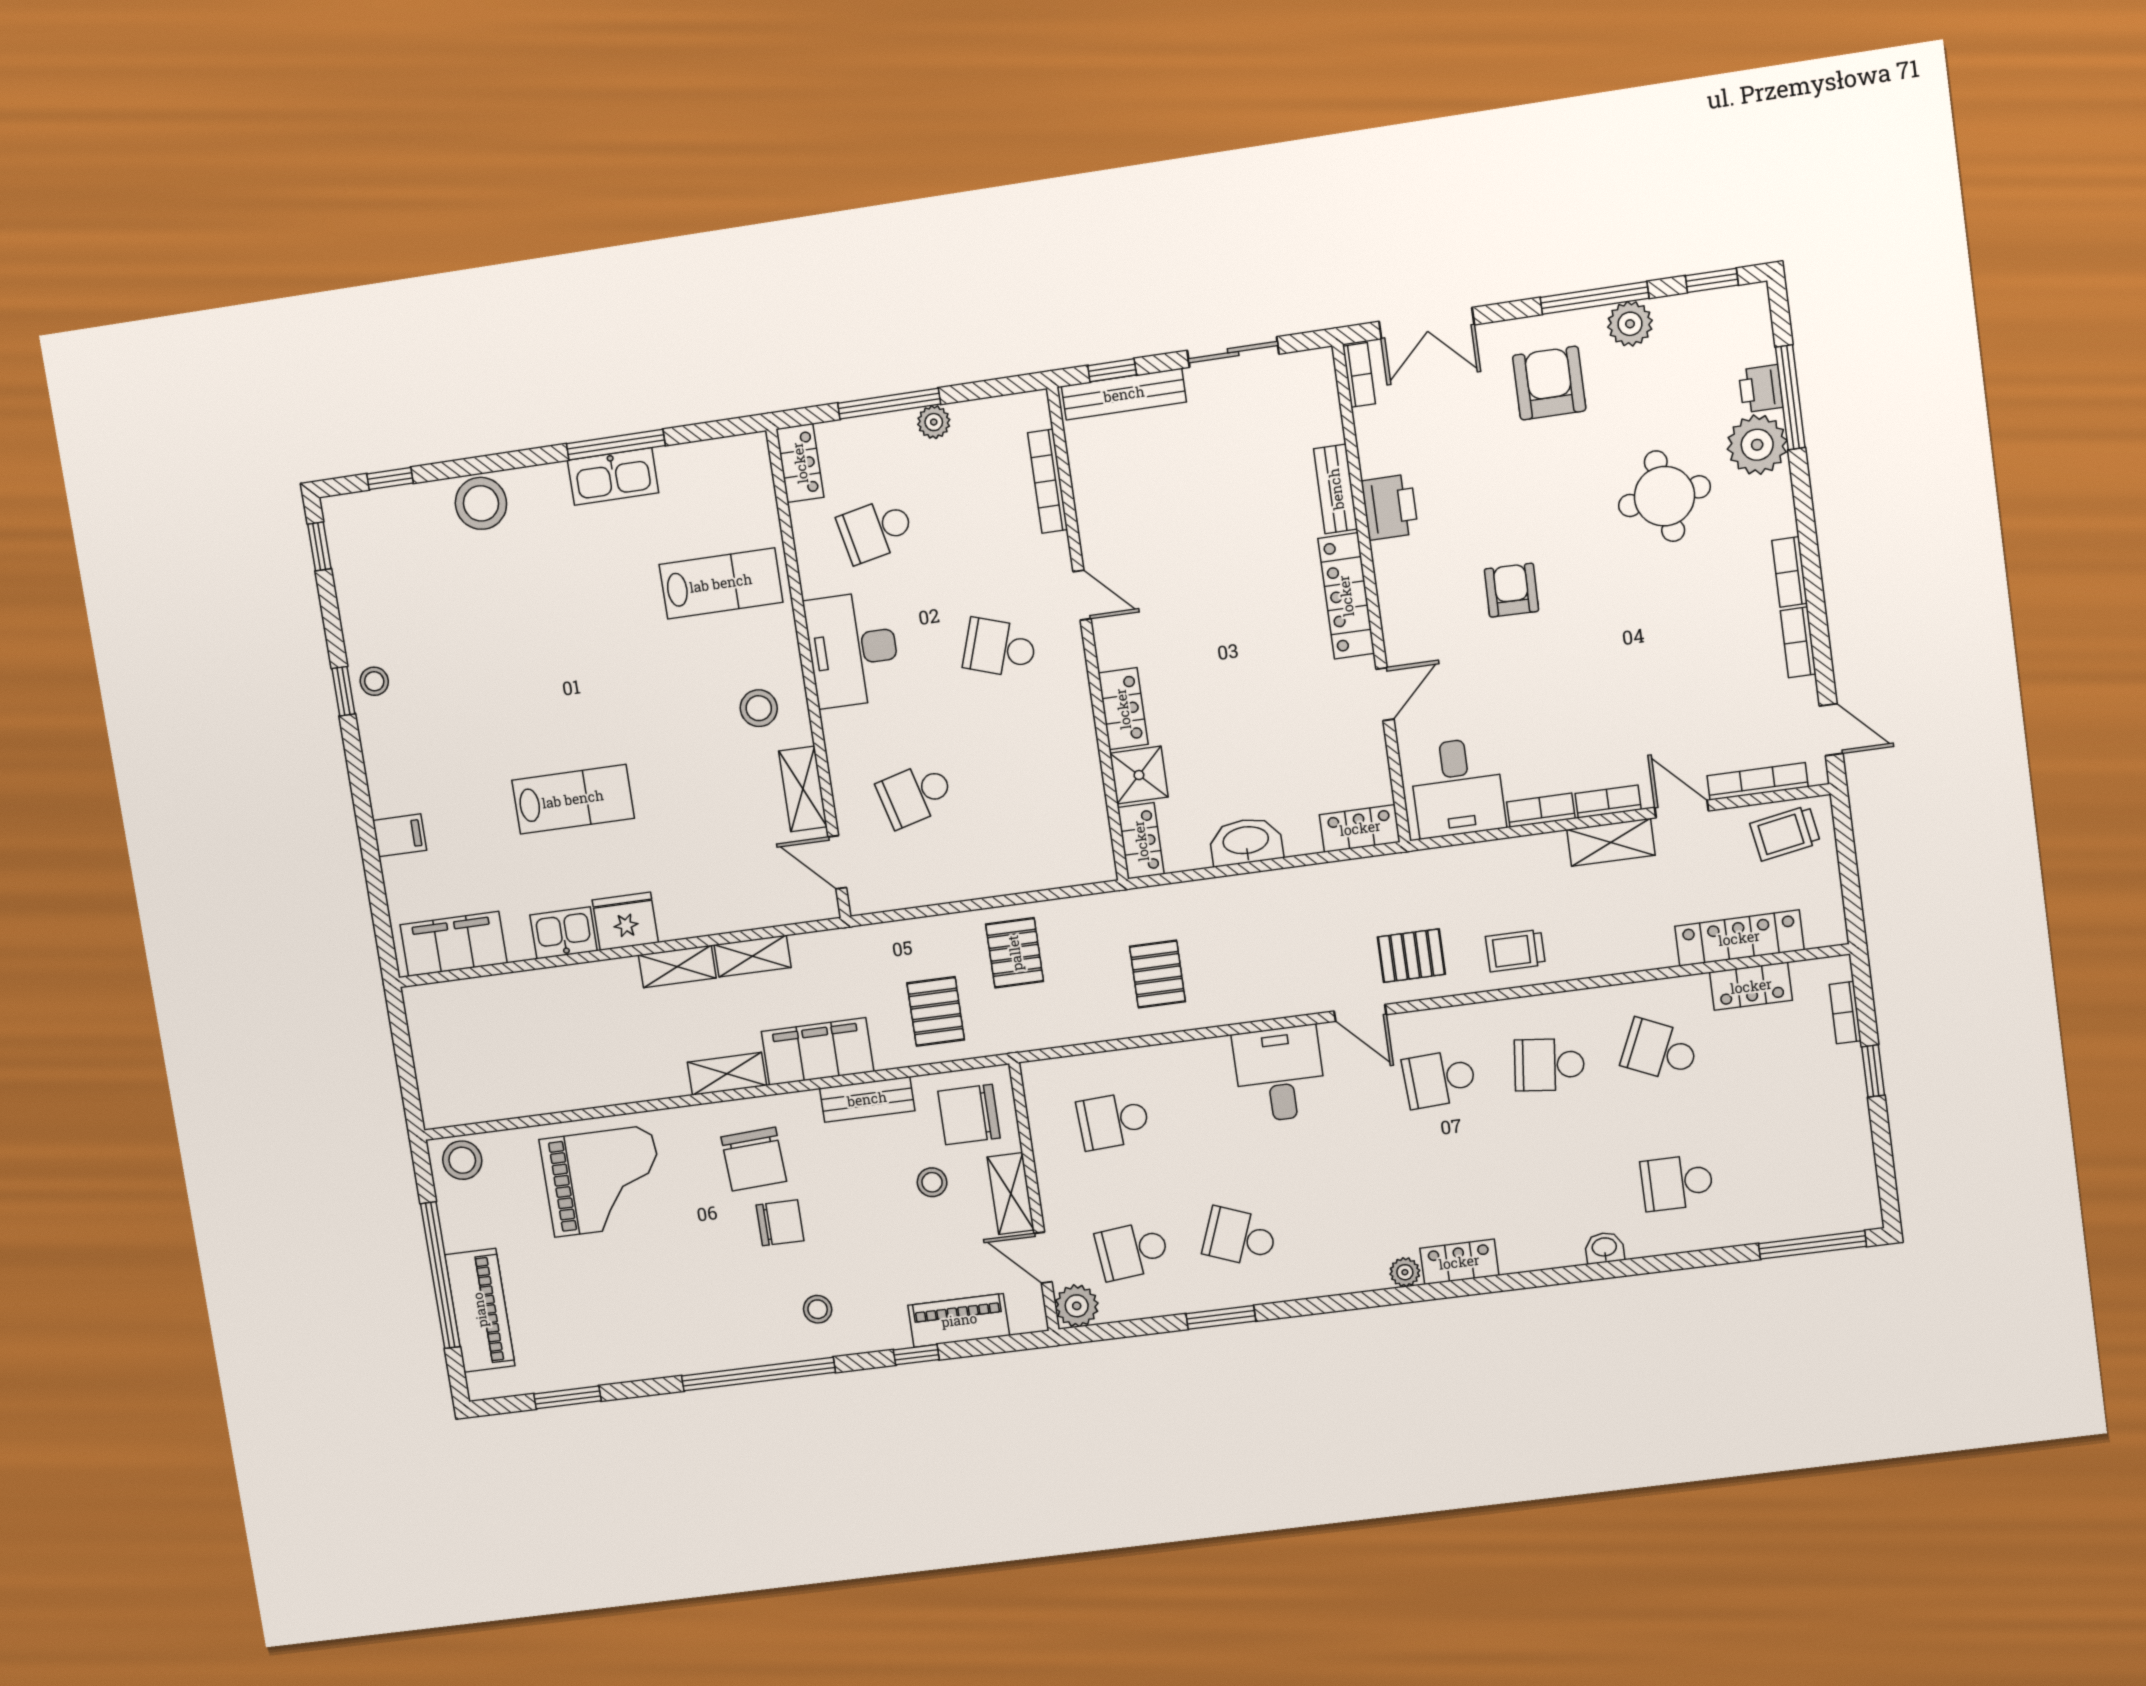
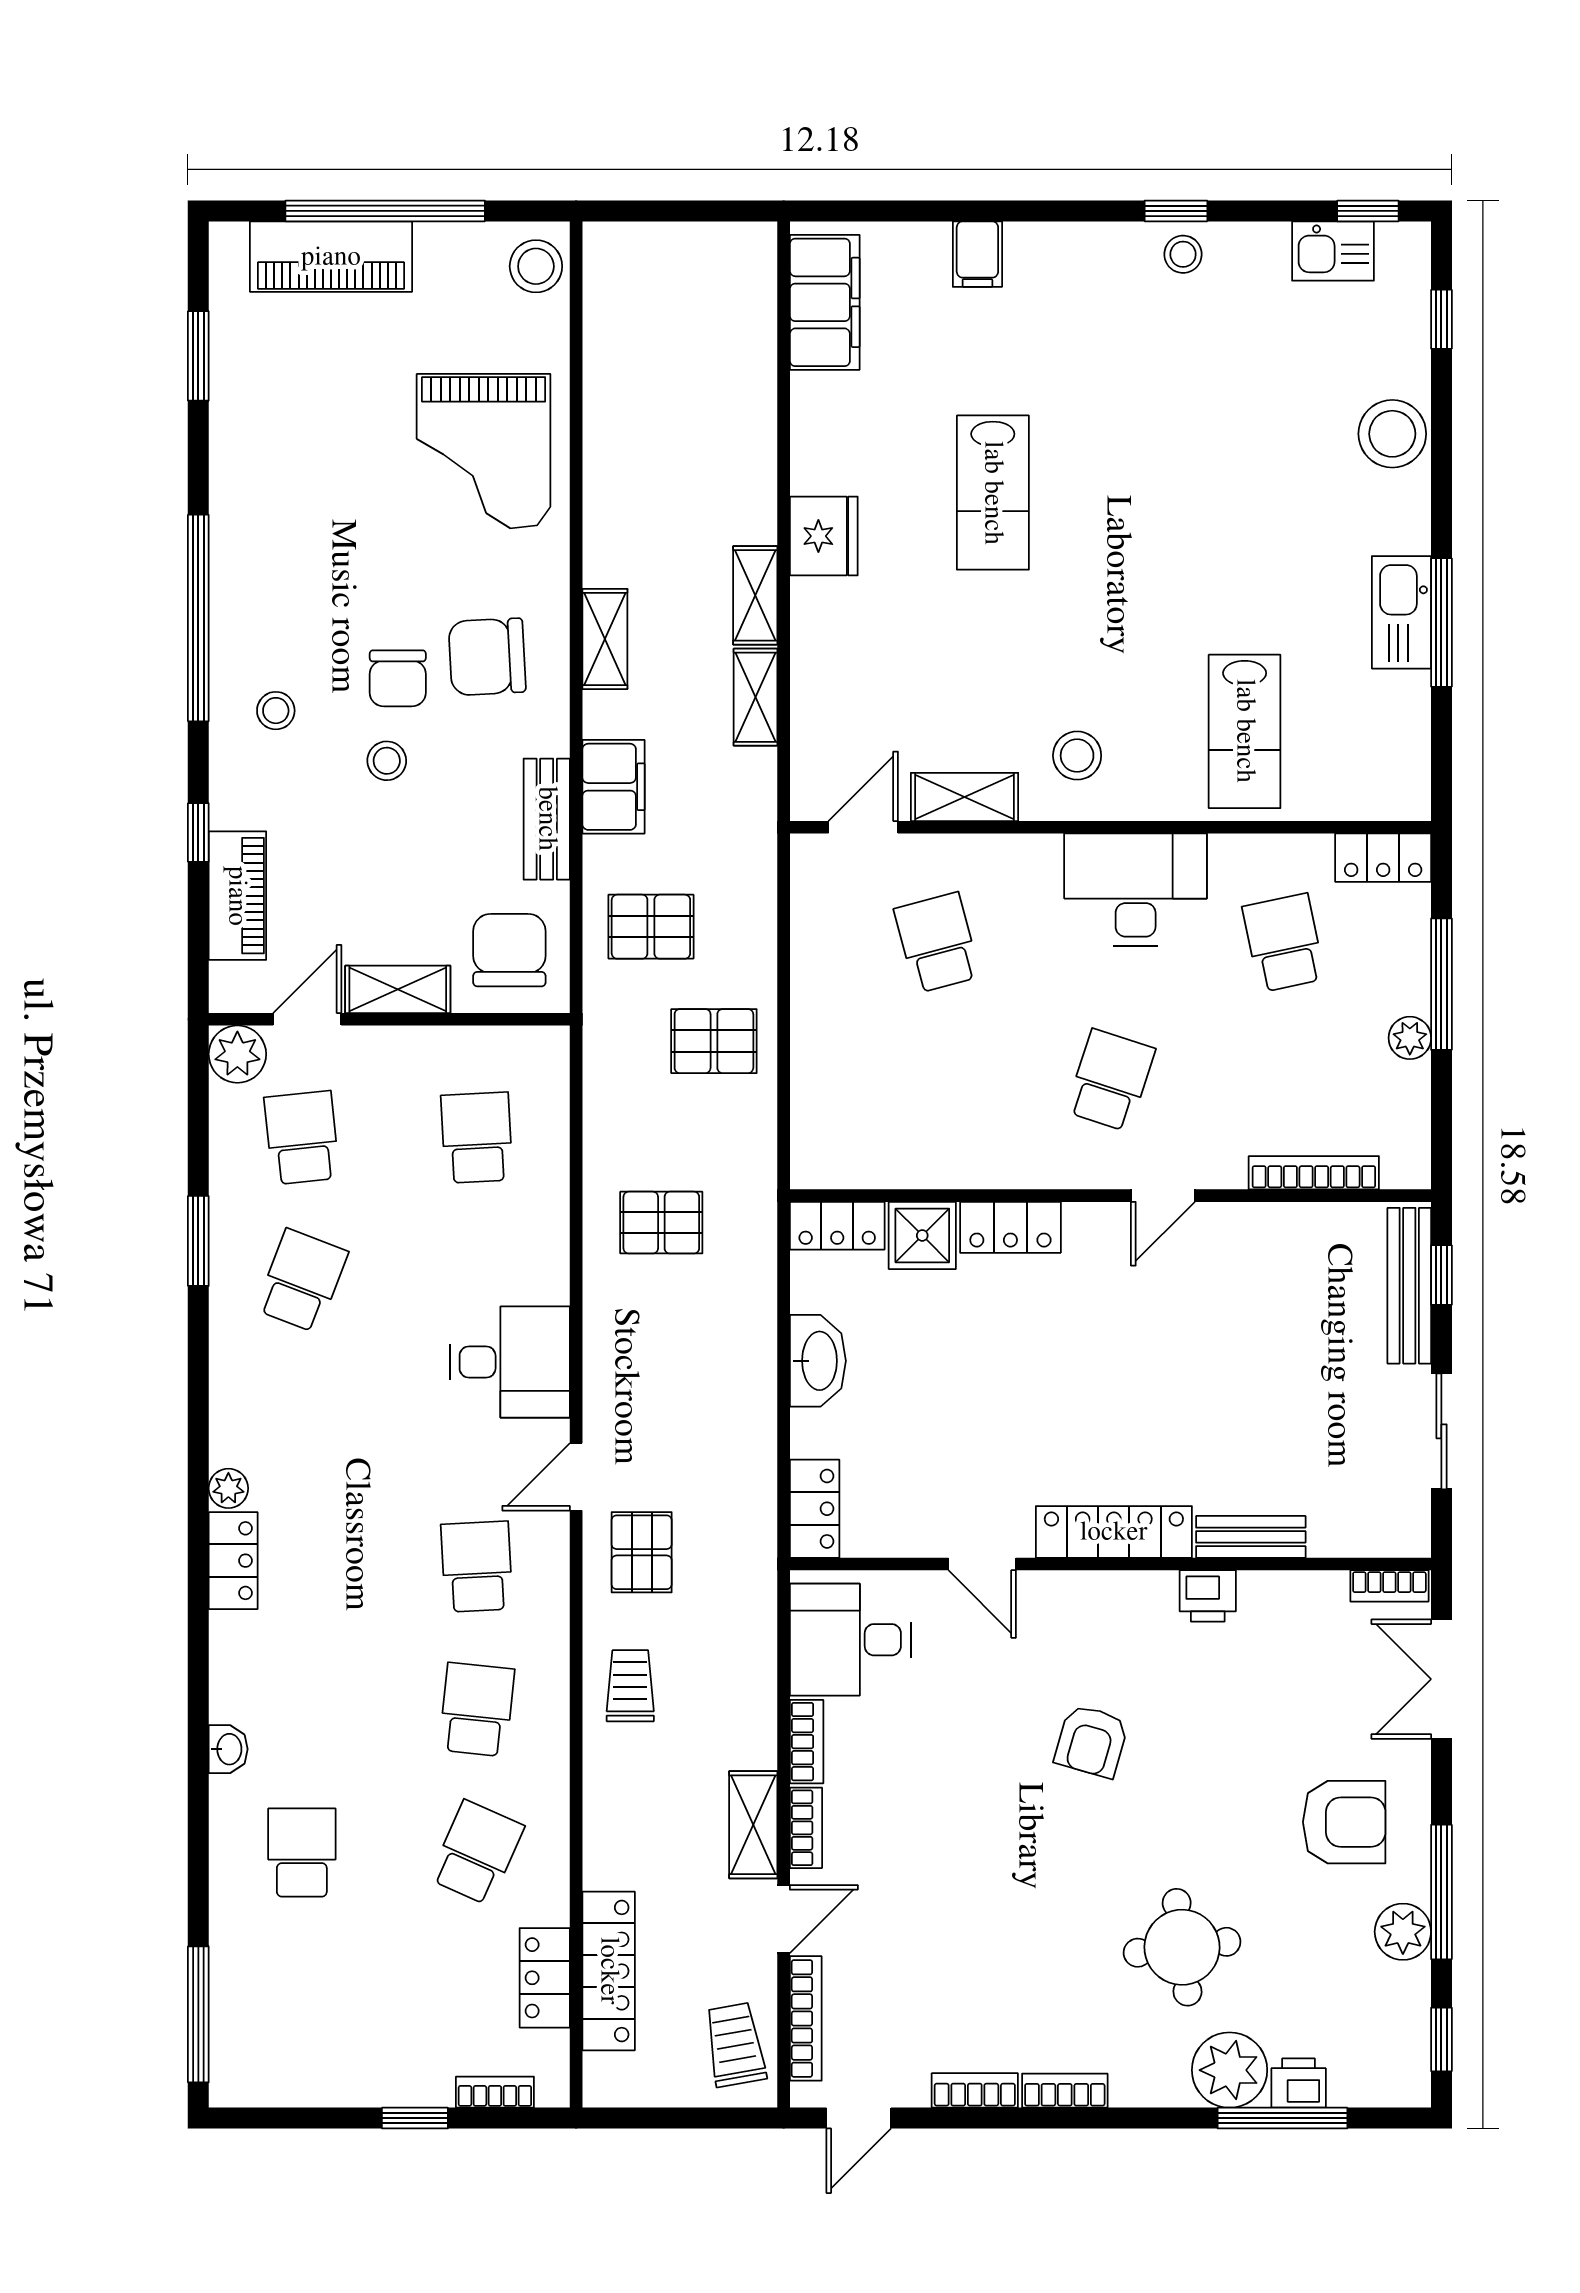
printer: (1390, 507) -> (1208, 1596), width x0.73, depth x0.81
armchair: (1511, 590) -> (1091, 1741), turned 105
kitchen sink: (564, 933) -> (1333, 251), moved, turned 90
filing cabinet: (818, 1051) -> (613, 787), width x0.67, depth x0.86
stool: (932, 1182) -> (387, 761), moved

